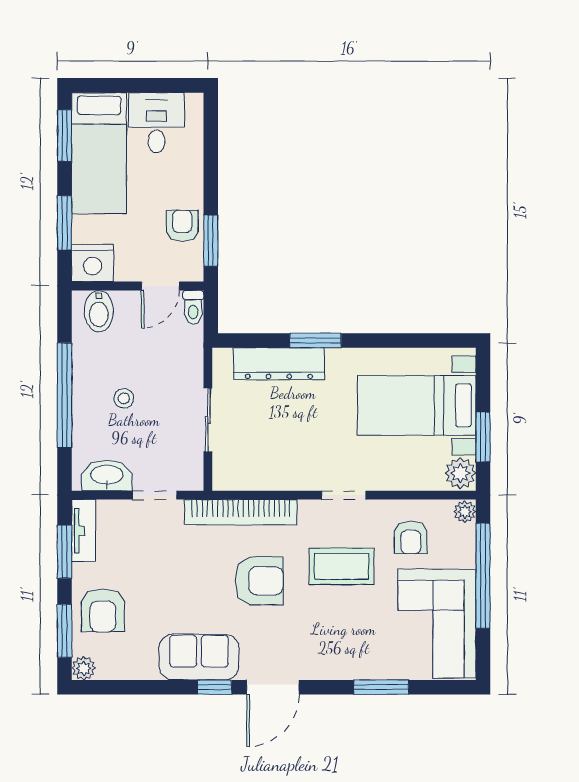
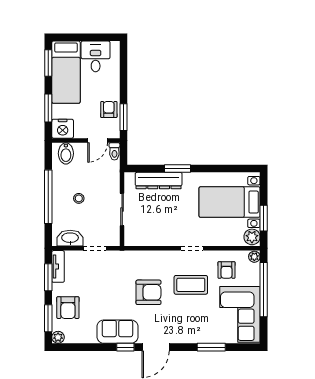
bookcase: (241, 512) -> (139, 257), removed

